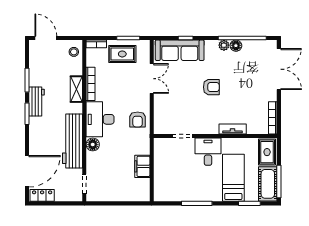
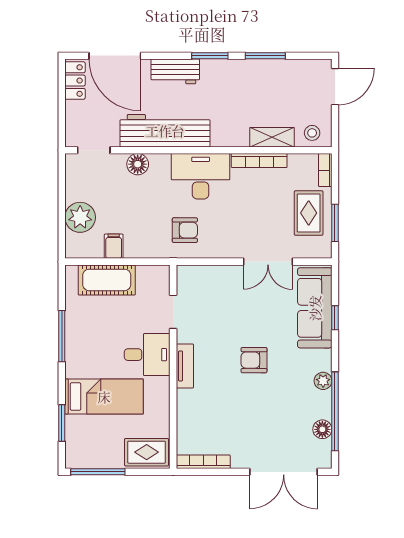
floor lamp: (236, 46) -> (322, 429), moved
armchair: (211, 87) -> (254, 360), turned 90
shelving: (76, 89) -> (272, 137), moved
workbench: (37, 101) -> (175, 71), moved
armchair: (138, 119) -> (185, 230), moved, turned 180
tv unit: (233, 129) -> (185, 366), moved
floor lamp: (93, 144) -> (138, 164), moved
filing cabinet: (142, 166) -> (114, 246), width x0.50
cot: (268, 184) -> (107, 280), moved
plant: (125, 192) -> (80, 217), added

